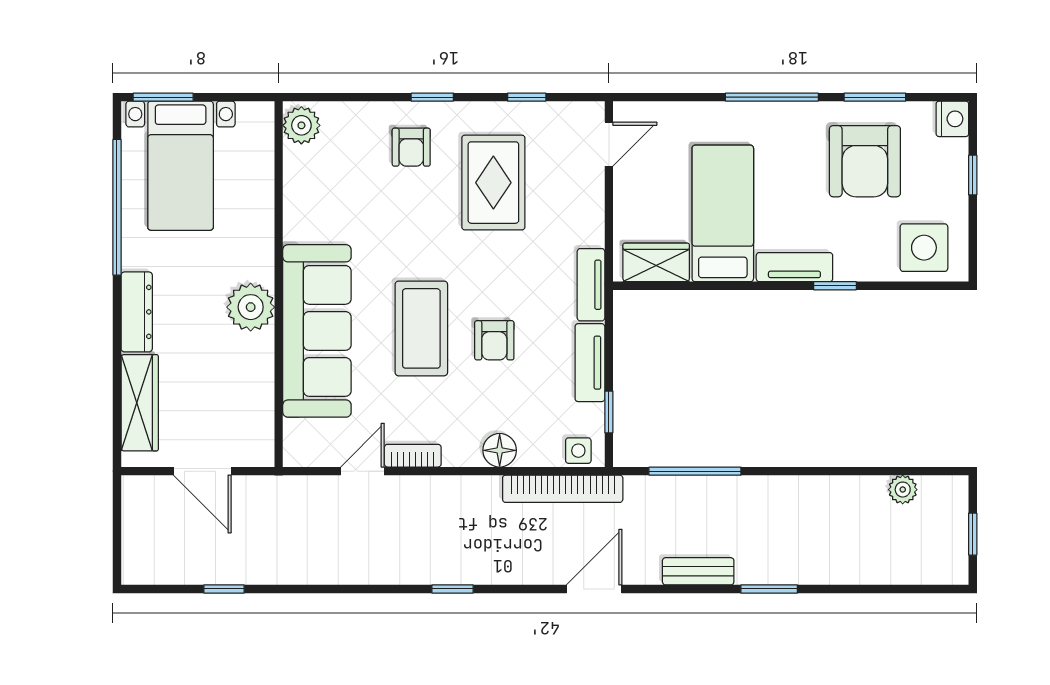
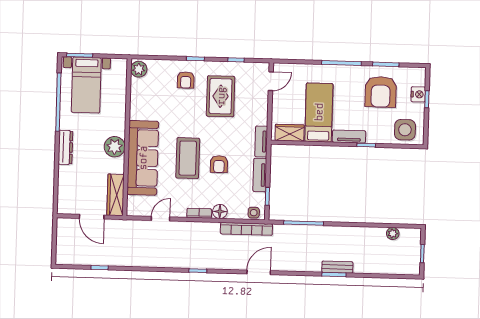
nightstand: (952, 119) -> (418, 94), moved
wardrobe: (140, 403) -> (115, 195), moved, turned 180
bookcase: (413, 456) -> (199, 213), moved
bench: (698, 571) -> (337, 267), moved

